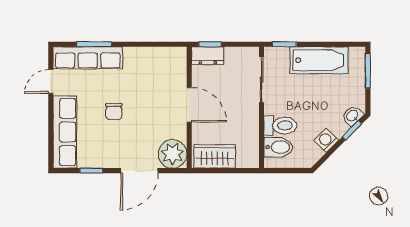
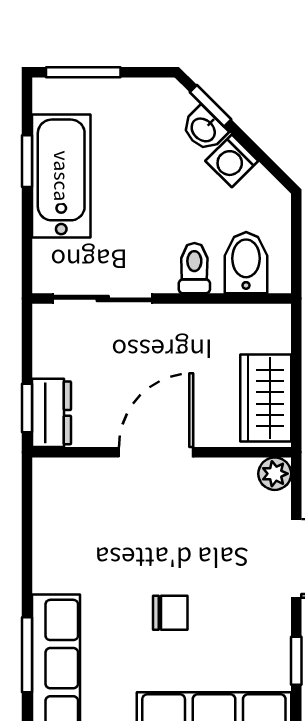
window: (284, 44) -> (27, 161), moved
washbasin: (353, 116) -> (204, 129), moved
toilet: (280, 125) -> (194, 268), width x0.73, depth x0.72
plant: (172, 154) -> (275, 474), width x0.53, depth x0.53

